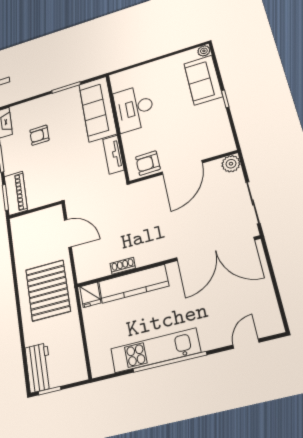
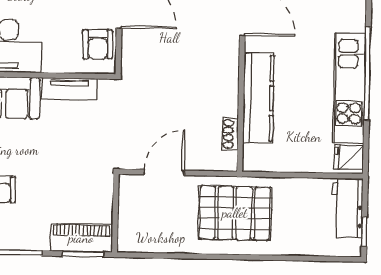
shoe rack: (123, 266) -> (230, 134), moved
fridge: (90, 295) -> (349, 157), moved, turned 180
workbench: (39, 368) -> (347, 208), moved, turned -90

